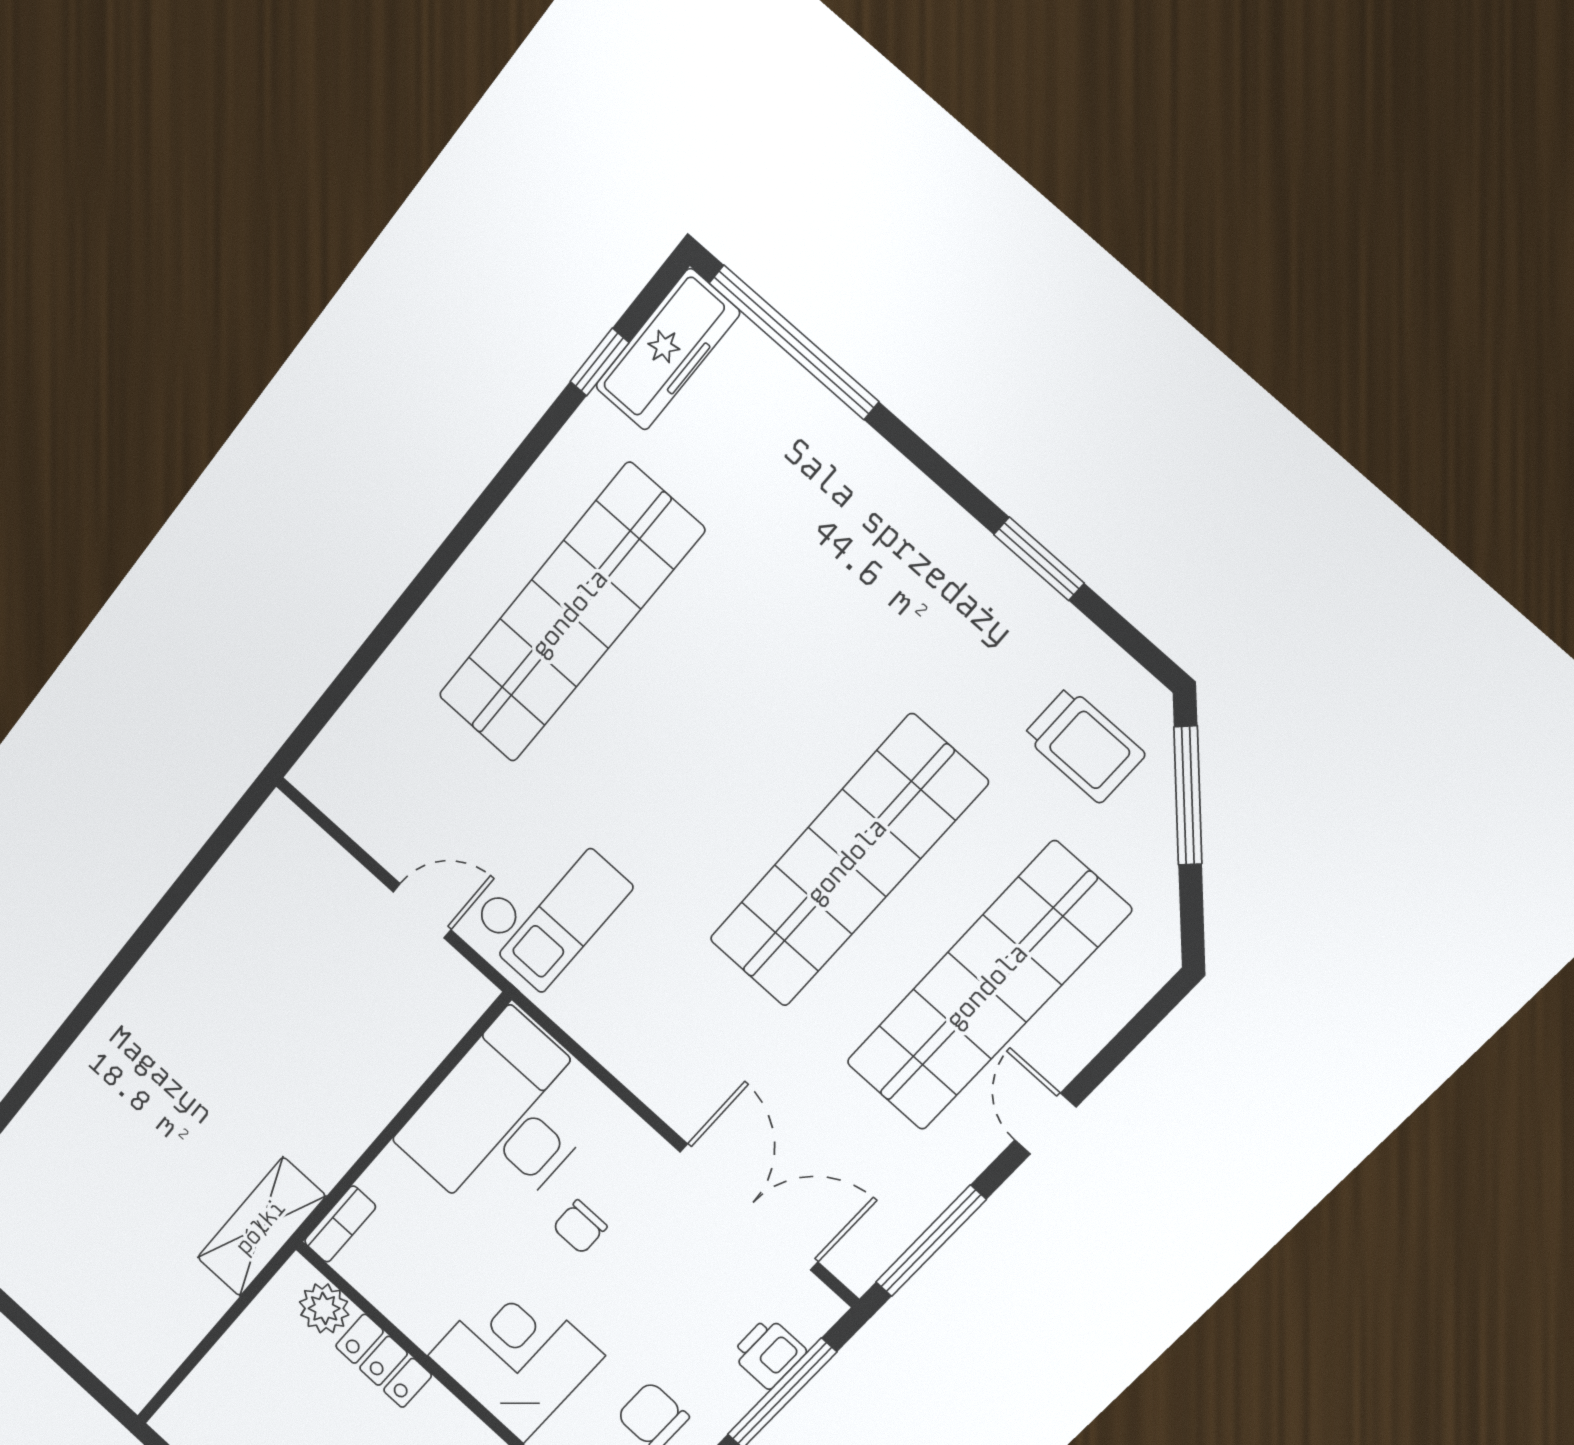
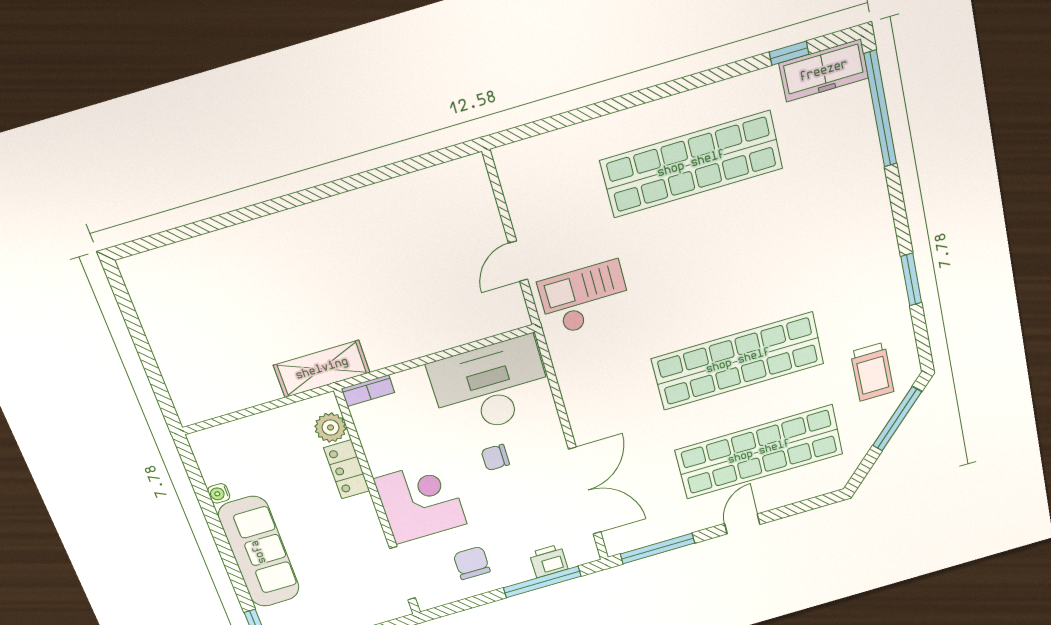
checkout: (550, 906) -> (585, 298), turned 180
door: (422, 911) -> (518, 261), swing flipped

